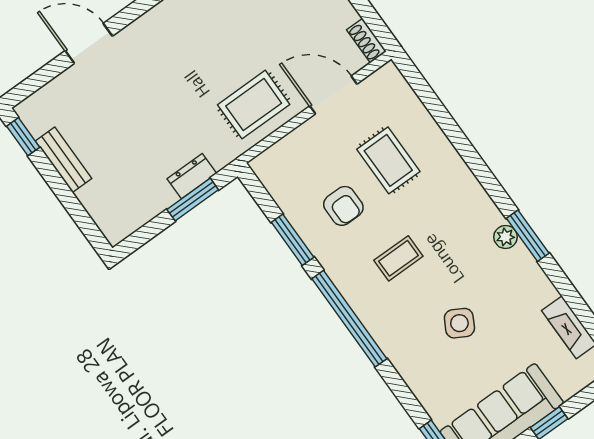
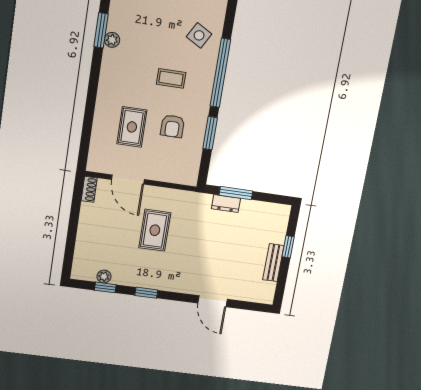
rug: (254, 105) -> (155, 230), moved, turned 90
window: (23, 137) -> (288, 247), moved
armchair: (343, 206) -> (172, 126), turned 180
side table: (459, 323) -> (199, 35), moved

